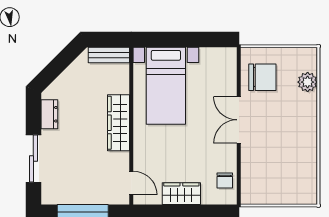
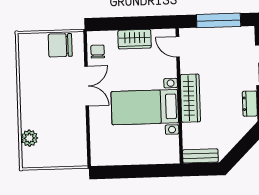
chair: (262, 77) -> (60, 45), moved
bed with nightstands: (166, 86) -> (145, 107), moved, turned -90
double door: (239, 120) -> (87, 86), moved

